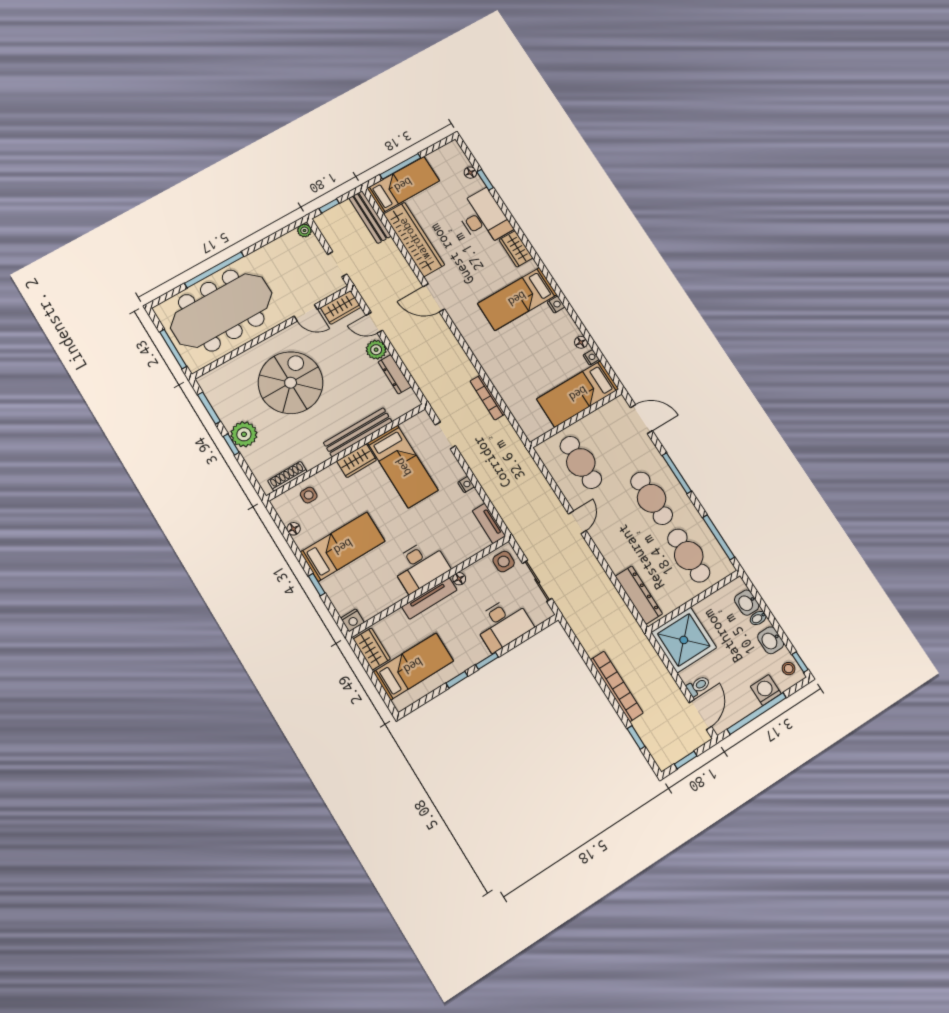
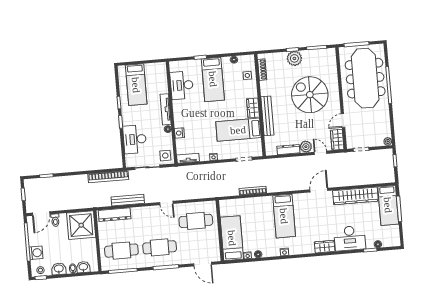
bench: (370, 217) -> (128, 200), moved
bed: (517, 299) -> (284, 216), moved, turned 180
door: (374, 323) -> (321, 153), hinge flipped
spiral stairs: (291, 383) -> (310, 95), turned 180
door: (641, 419) -> (203, 264), hinge flipped
desk: (420, 566) -> (182, 85), moved
nightstand: (352, 620) -> (179, 133), moved
wardrobe: (372, 649) -> (155, 69), removed
bookcase: (617, 686) -> (108, 177), moved
door: (700, 715) -> (41, 214), hinge flipped

